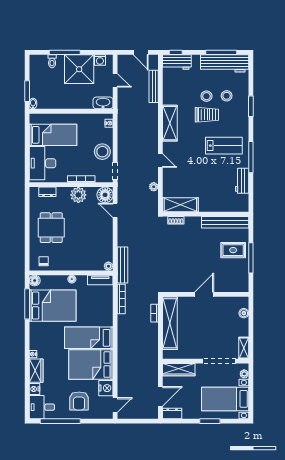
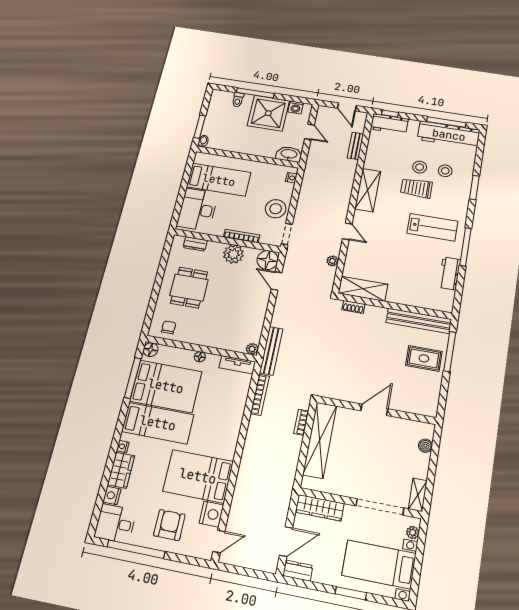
bench: (154, 86) -> (355, 146), width x0.73
trolley: (207, 115) -> (416, 188), turned 180
window: (251, 258) -> (450, 351), moved
bed: (89, 338) -> (158, 423), moved, turned 180
armchair: (79, 401) -> (169, 525), turned 180

